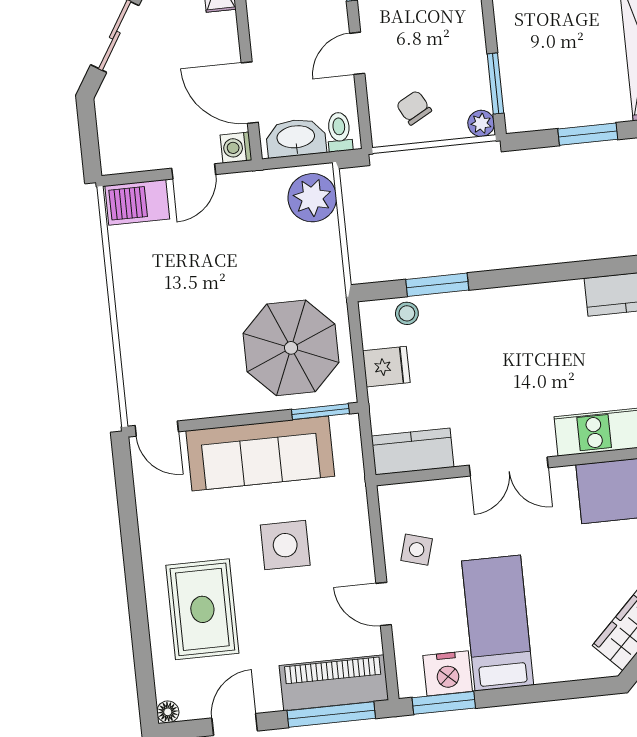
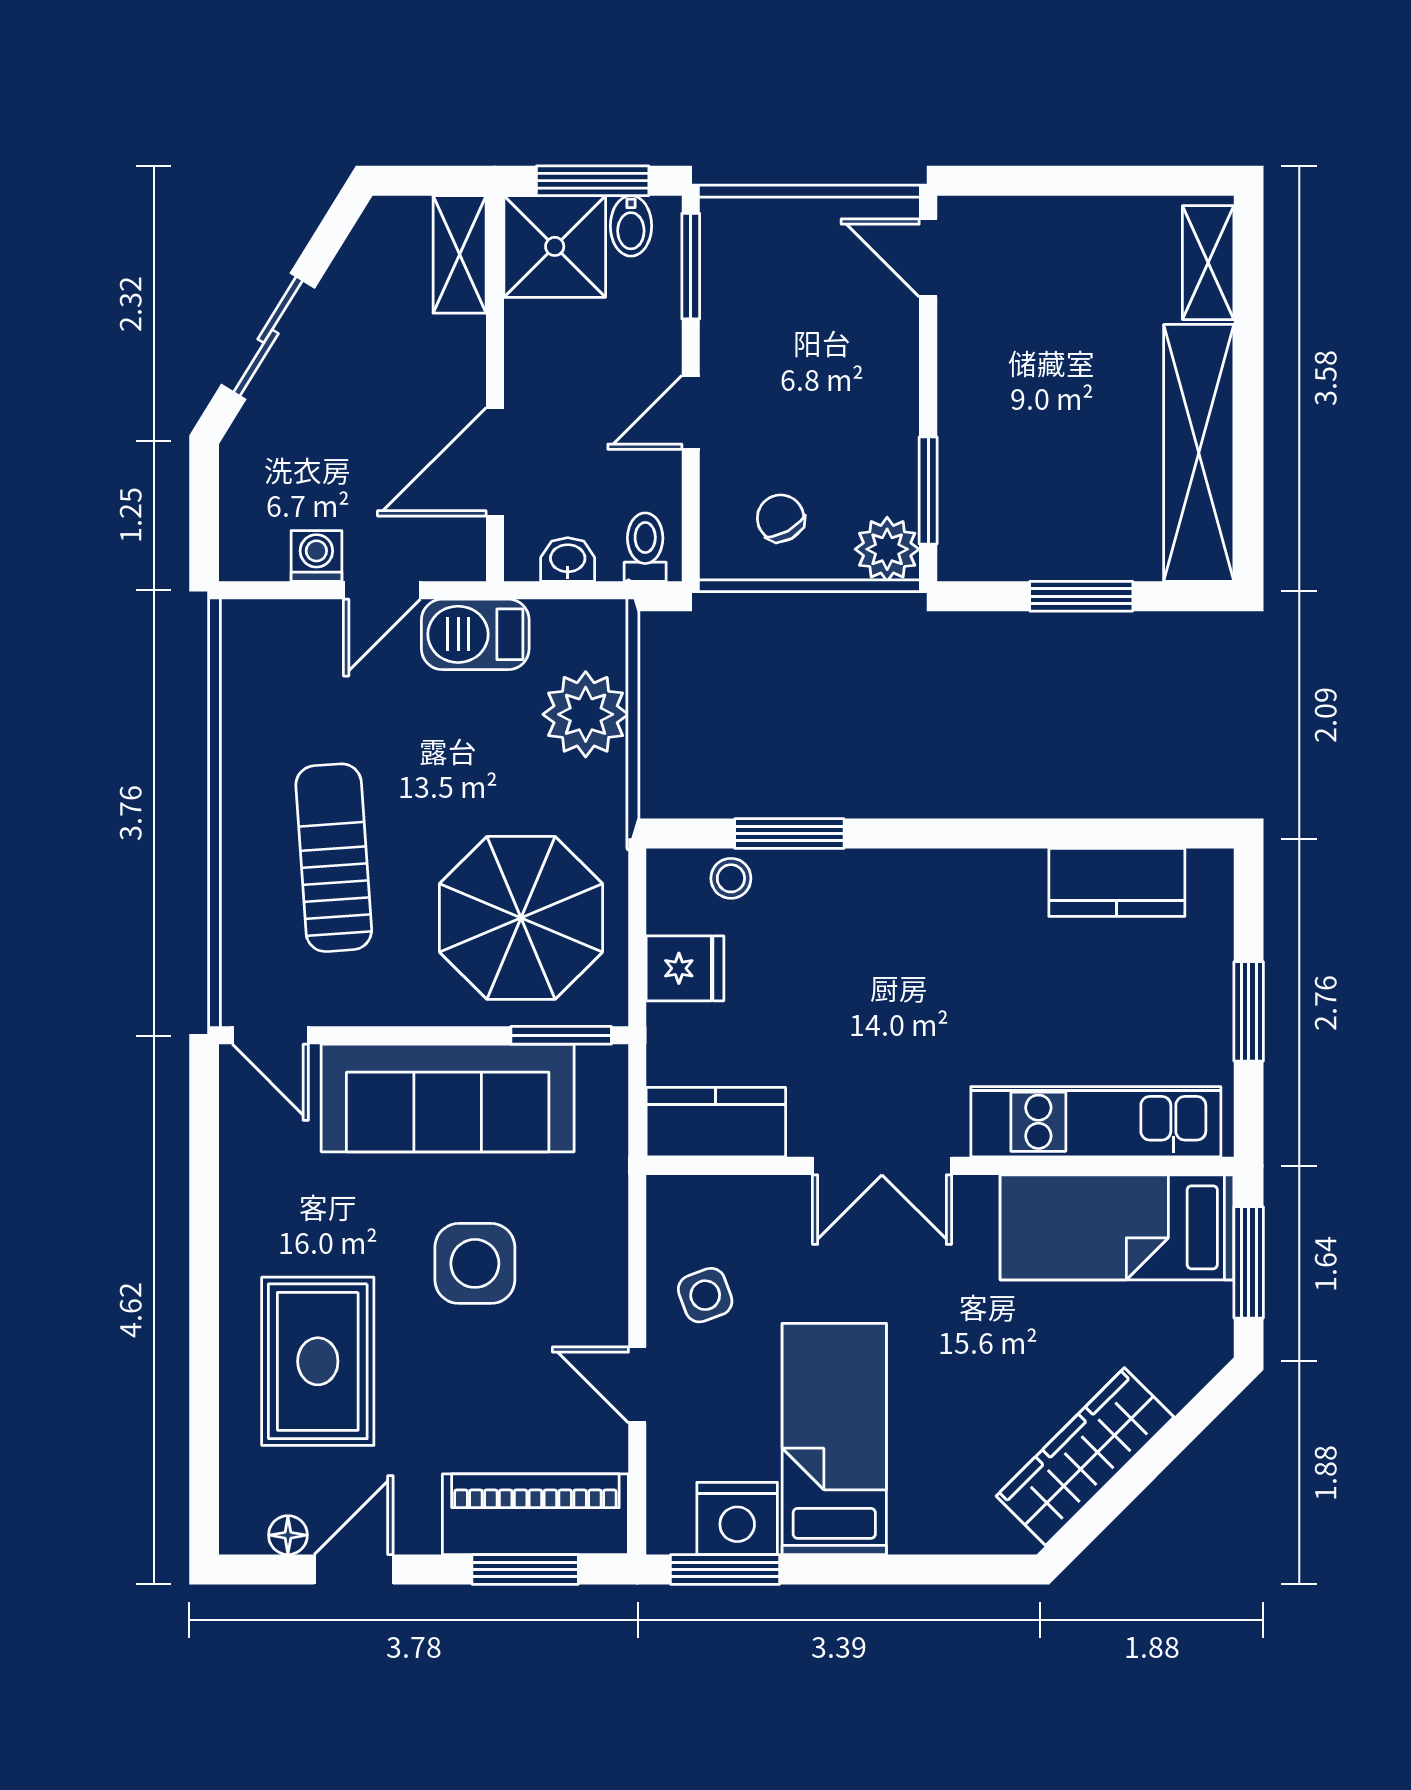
door: (250, 93) -> (495, 462), hinge flipped
plant: (481, 123) -> (887, 549), width x1.38, depth x1.38
washbasin: (296, 138) -> (568, 560), width x0.52, depth x0.69
washing machine: (236, 148) -> (316, 556), moved, turned 90
plant: (312, 198) -> (586, 714), moved
barbecue: (137, 202) -> (475, 634), moved
sun lounger: (182, 325) -> (334, 858), added
side table: (417, 550) -> (705, 1295), turned -36
floor lamp: (168, 712) -> (288, 1535), moved
window: (331, 714) -> (525, 1569), width x0.69

